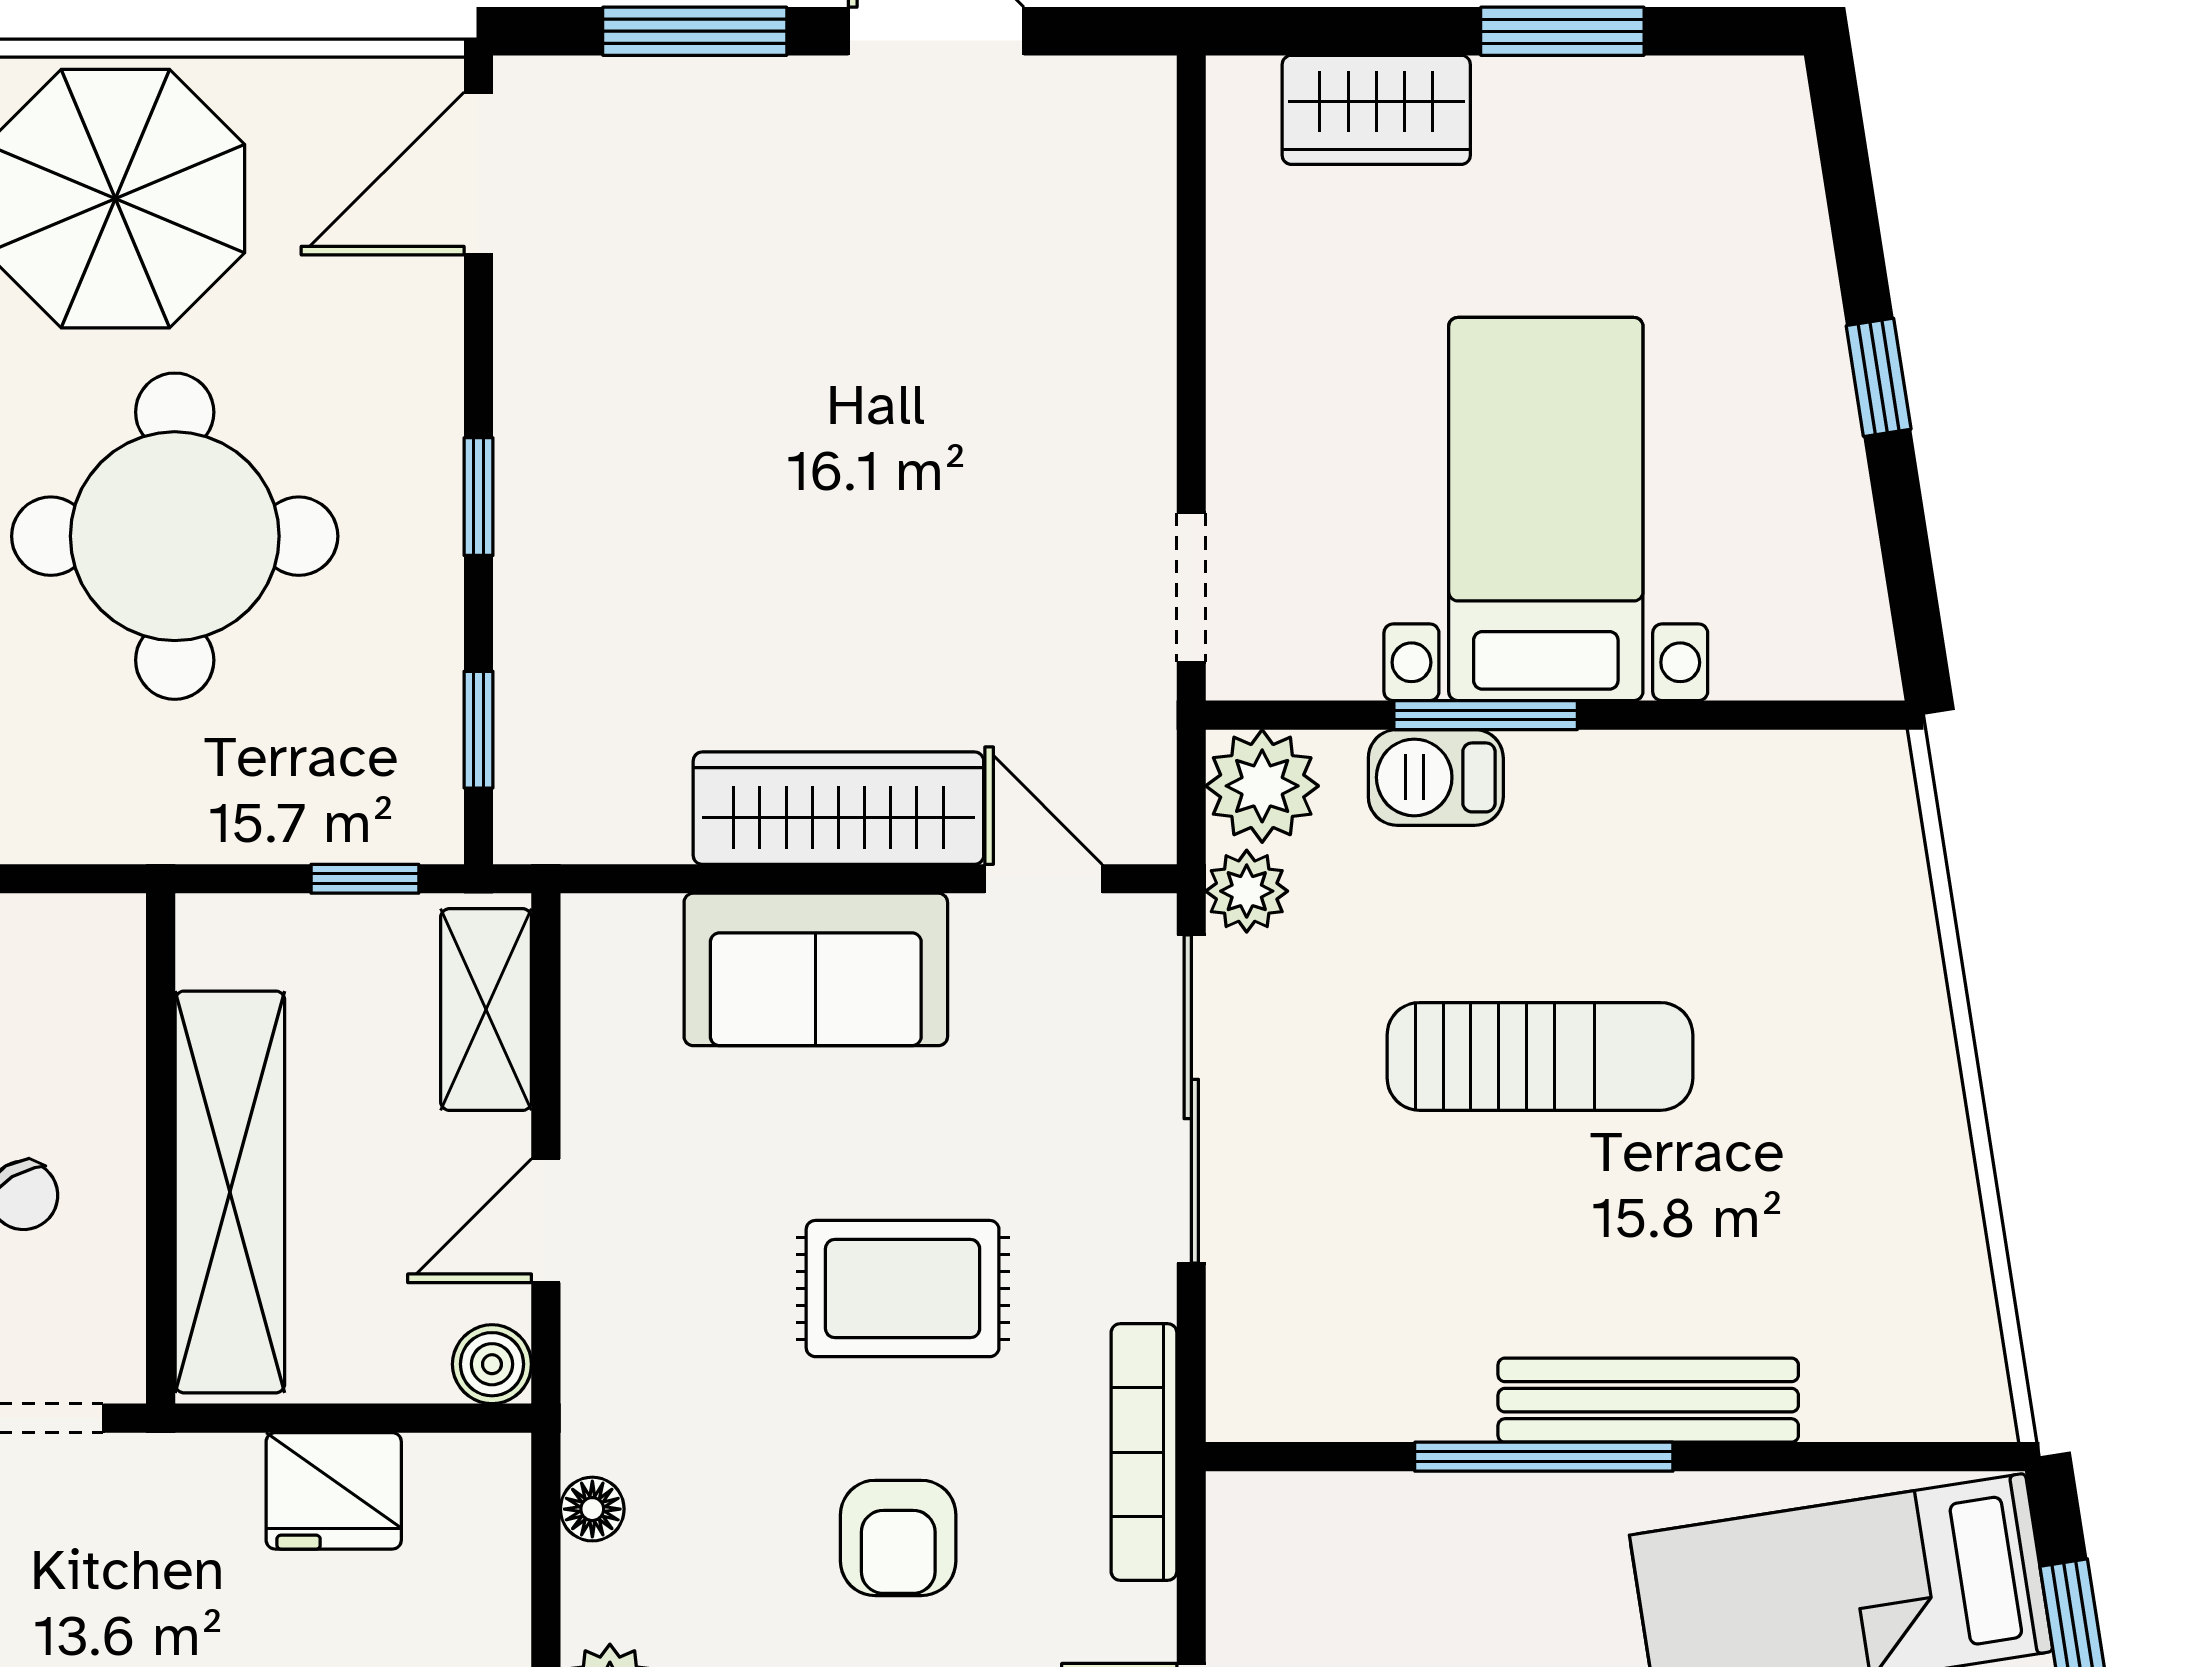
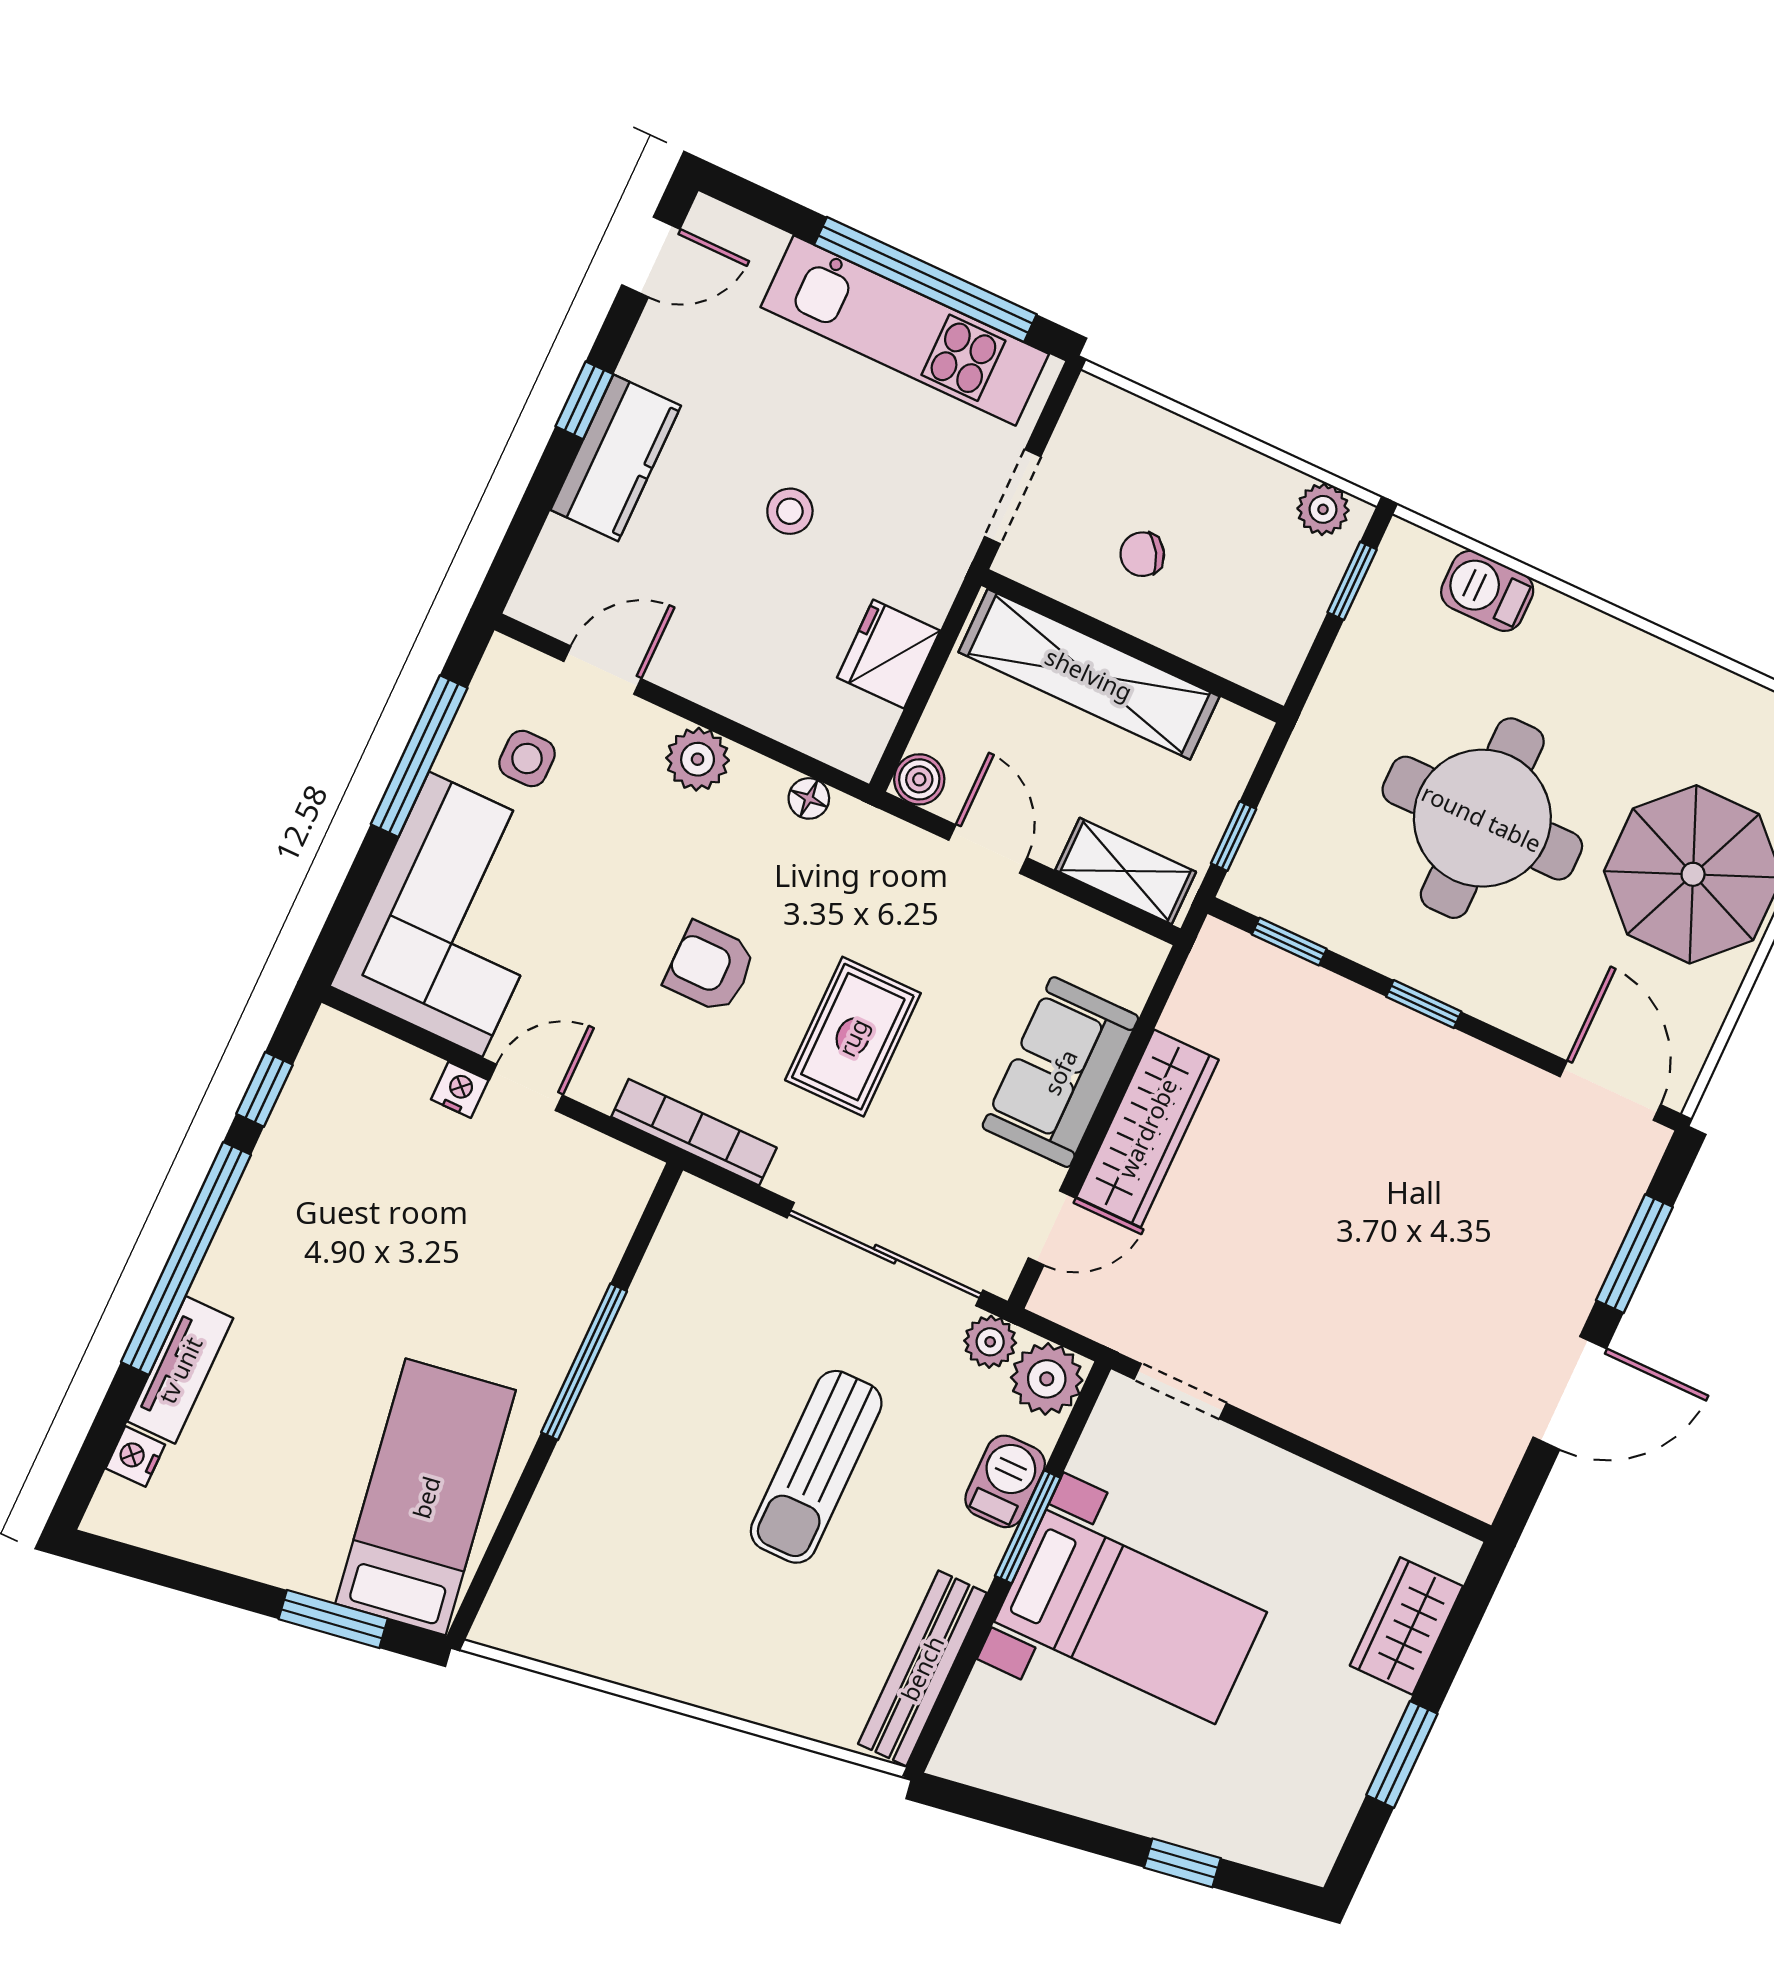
window: (1879, 377) -> (1182, 1863), moved
bench: (1648, 1400) -> (922, 1668), moved

